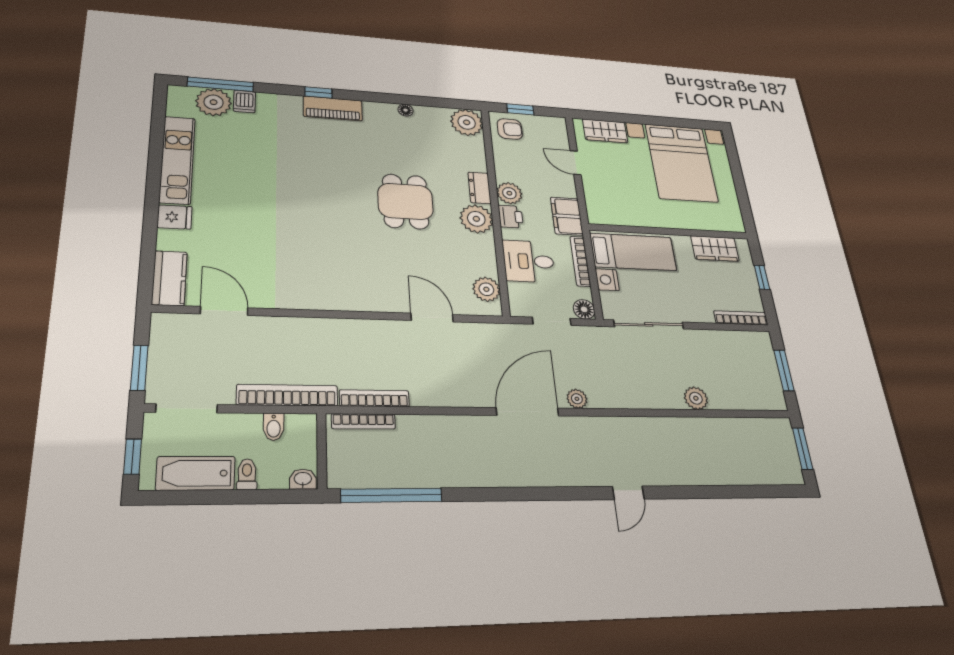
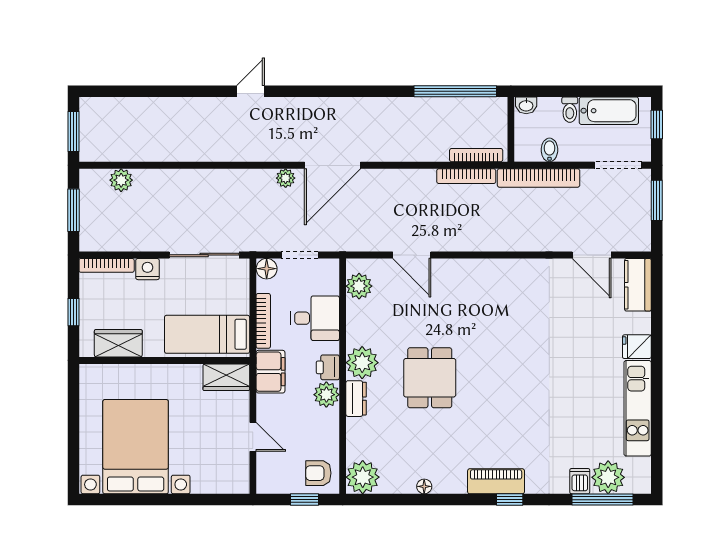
wardrobe: (605, 131) -> (226, 377), moved, turned 180
nightstand: (607, 280) -> (148, 269), moved, turned -90
plant: (696, 398) -> (121, 180), moved

